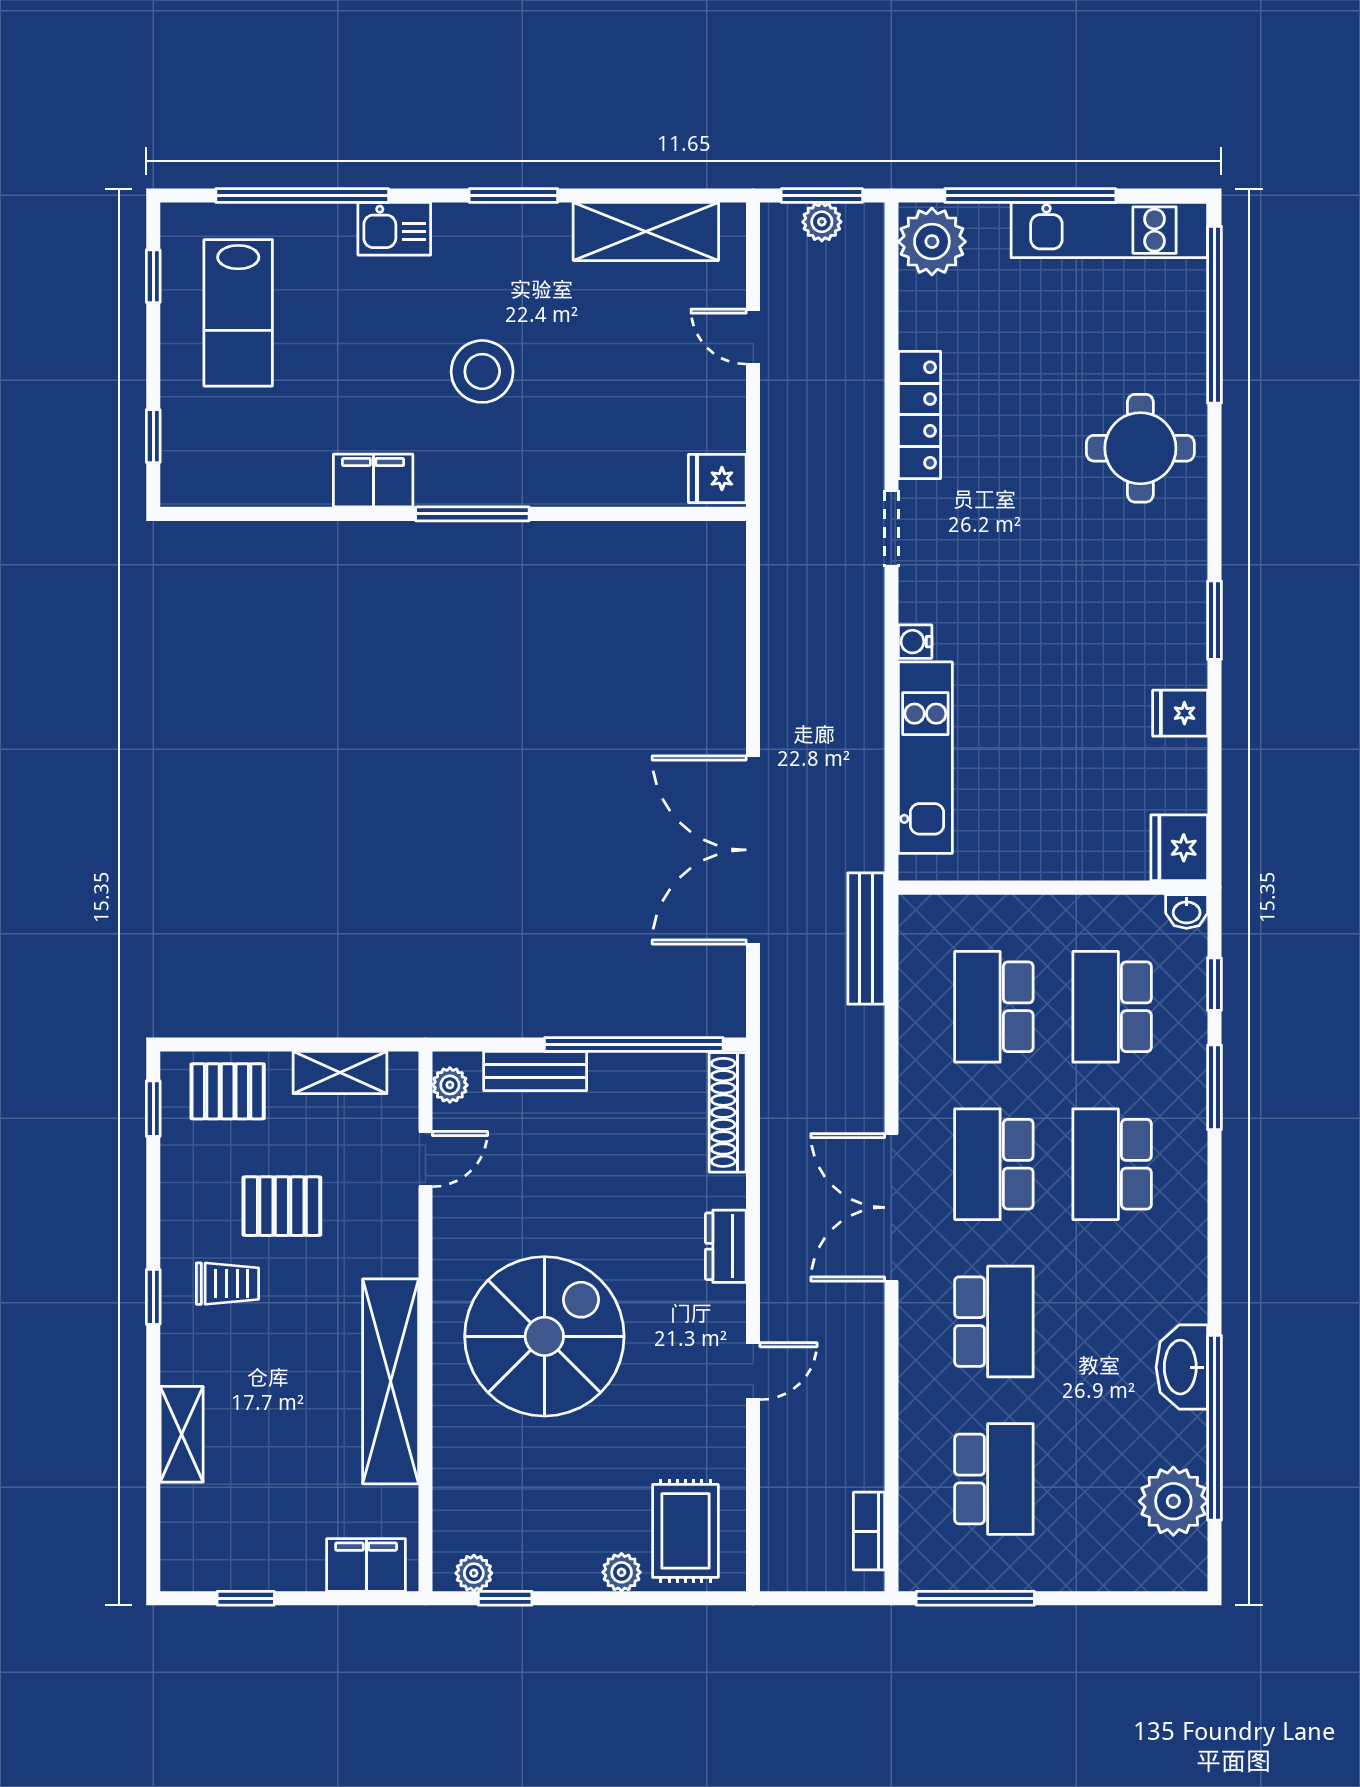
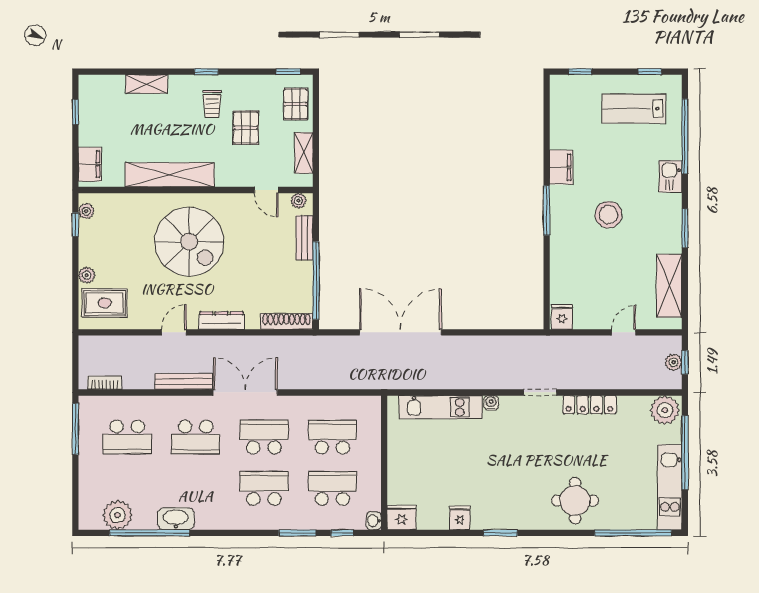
window: (822, 195) -> (685, 362), width x0.67
bench: (866, 939) -> (184, 381), moved
dresser: (726, 1246) -> (221, 321), width x1.44
door: (753, 1371) -> (174, 332), swing flipped

